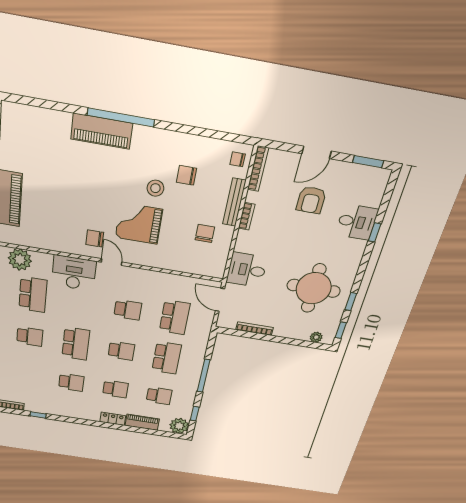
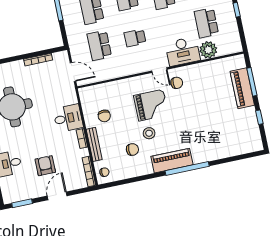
piano: (102, 131) -> (172, 161), moved
plant: (20, 260) -> (208, 50), moved
desk: (247, 270) -> (68, 118), moved

